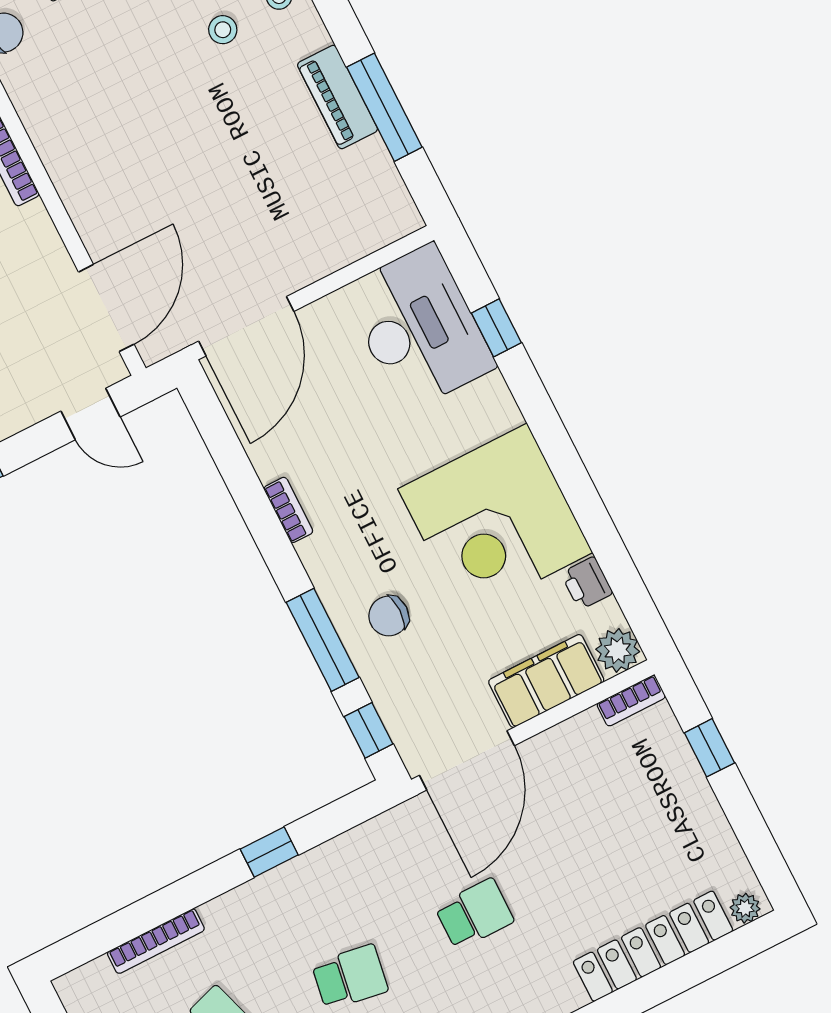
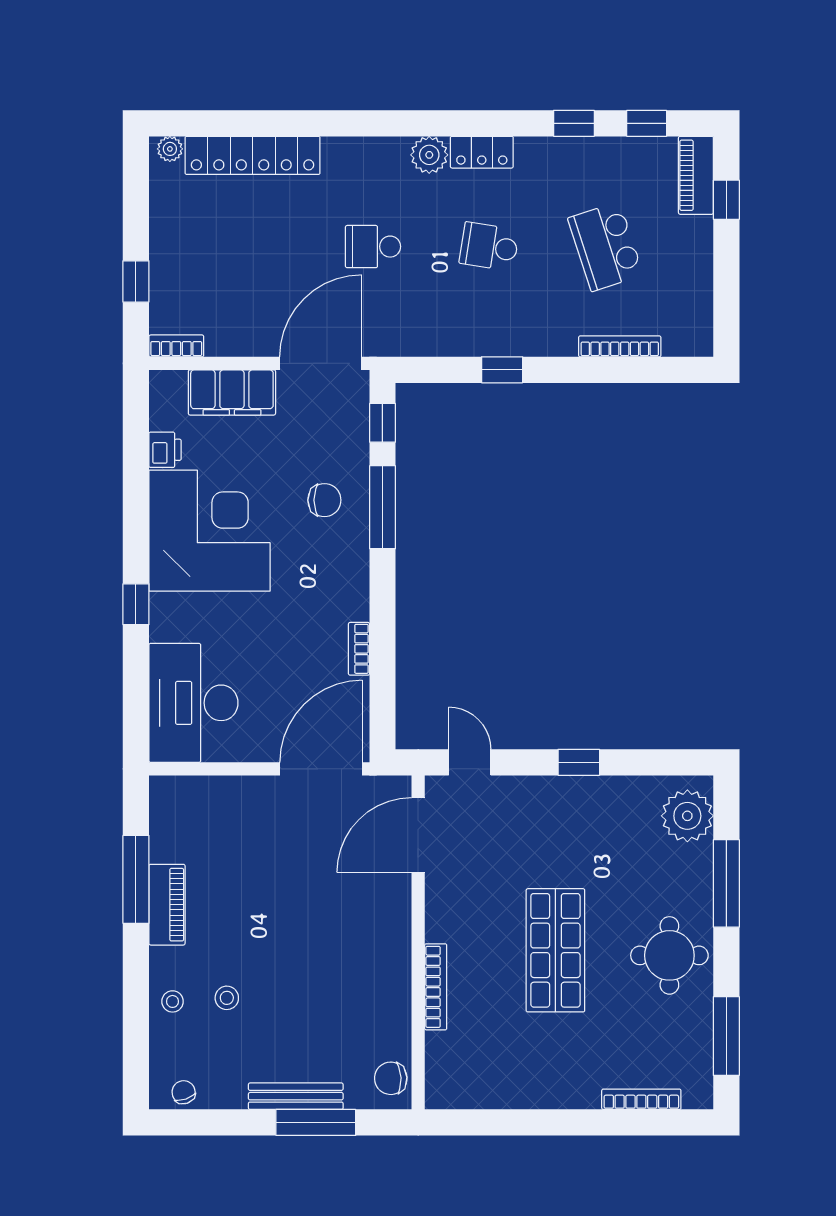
window: (496, 328) -> (136, 604), moved
bookcase: (288, 510) -> (359, 649), moved
plant: (618, 650) -> (167, 388), removed

